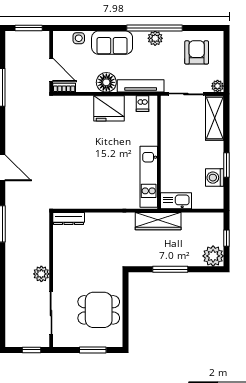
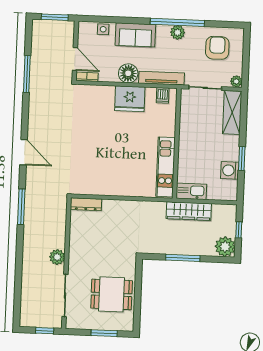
wardrobe: (158, 221) -> (189, 211), moved

